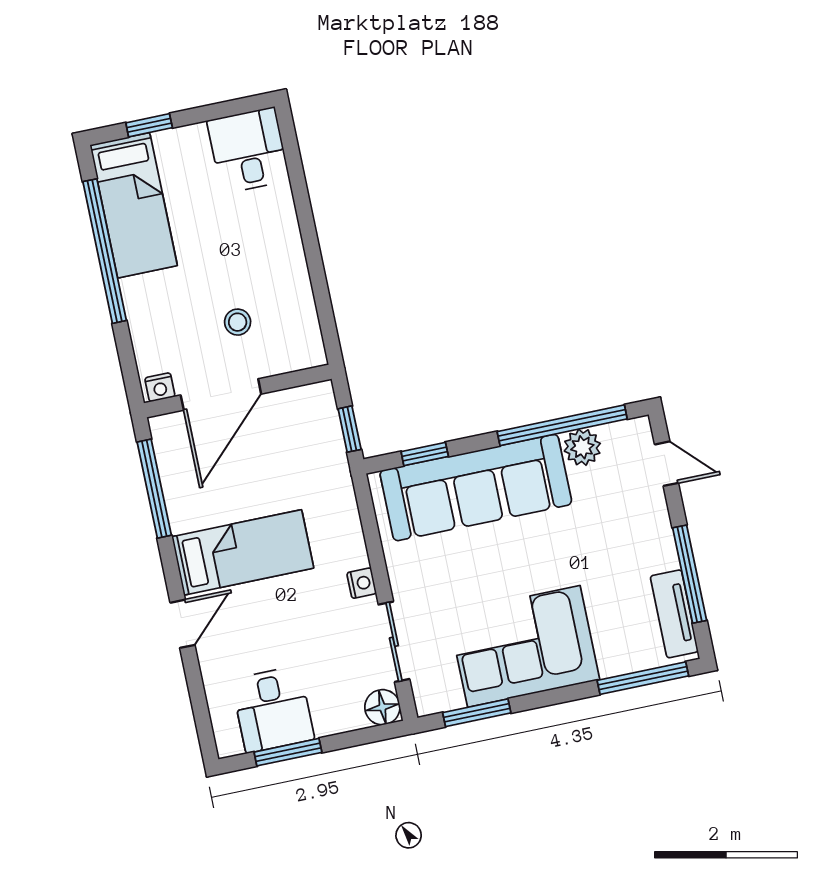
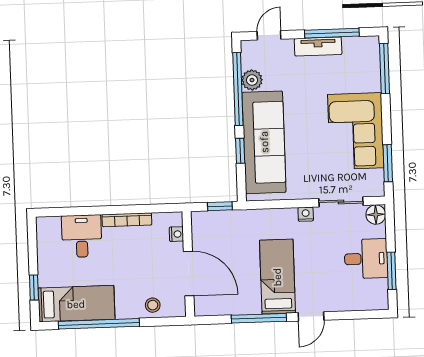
desk: (248, 150) -> (82, 236), moved, turned 90
bookcase: (297, 269) -> (127, 220), added
stool: (238, 322) -> (153, 305), moved
nightstand: (160, 387) -> (176, 234), moved
window: (425, 454) -> (240, 151), moved
window: (154, 489) -> (259, 318), moved
tv unit: (674, 614) -> (318, 47), moved
door: (182, 624) -> (311, 316), swing flipped
desk: (273, 709) -> (366, 259), moved

